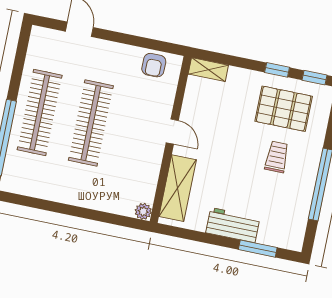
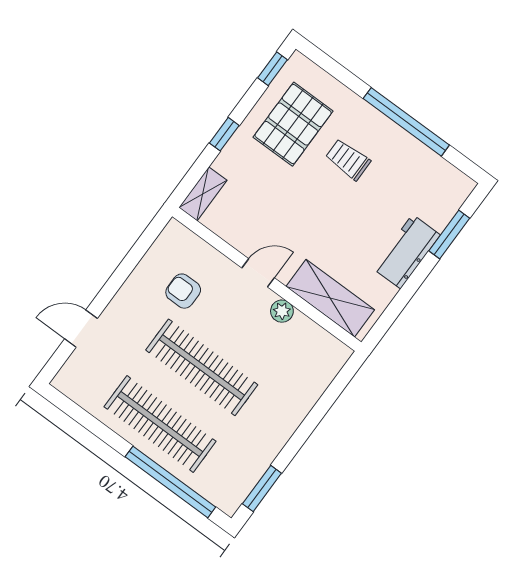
armchair: (154, 65) -> (183, 291), moved, turned 180
window: (277, 70) -> (224, 134), moved
window: (28, 201) -> (262, 489), added
plant: (143, 211) -> (282, 311), moved

